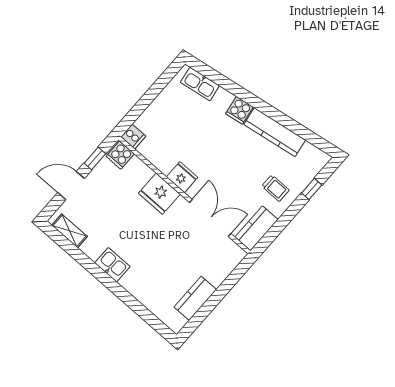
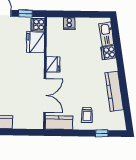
cooker: (239, 110) -> (108, 52), moved
cooker: (133, 137) -> (69, 23), moved
fridge: (159, 194) -> (35, 42), moved

